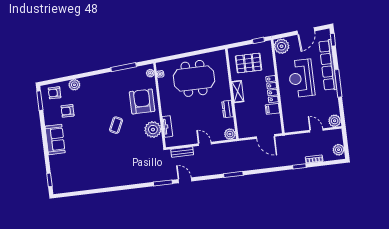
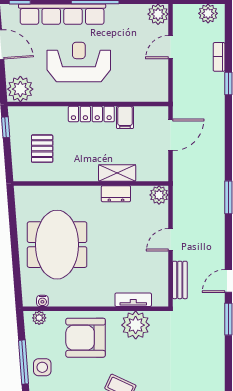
pallet: (249, 63) -> (42, 149), width x0.67, depth x0.71
side table: (122, 78) -> (42, 367), added
reception desk: (301, 78) -> (79, 62), turned 180
shelving: (238, 92) -> (117, 173), moved

